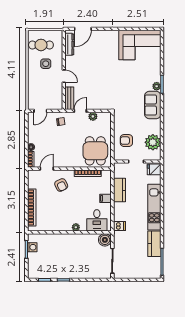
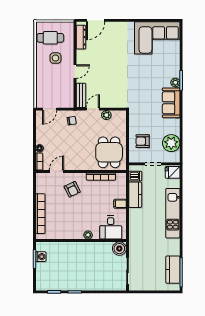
door: (64, 76) -> (75, 72), hinge flipped
dishwasher: (120, 226) -> (135, 176), moved
kitchen counter: (154, 244) -> (173, 270), moved

